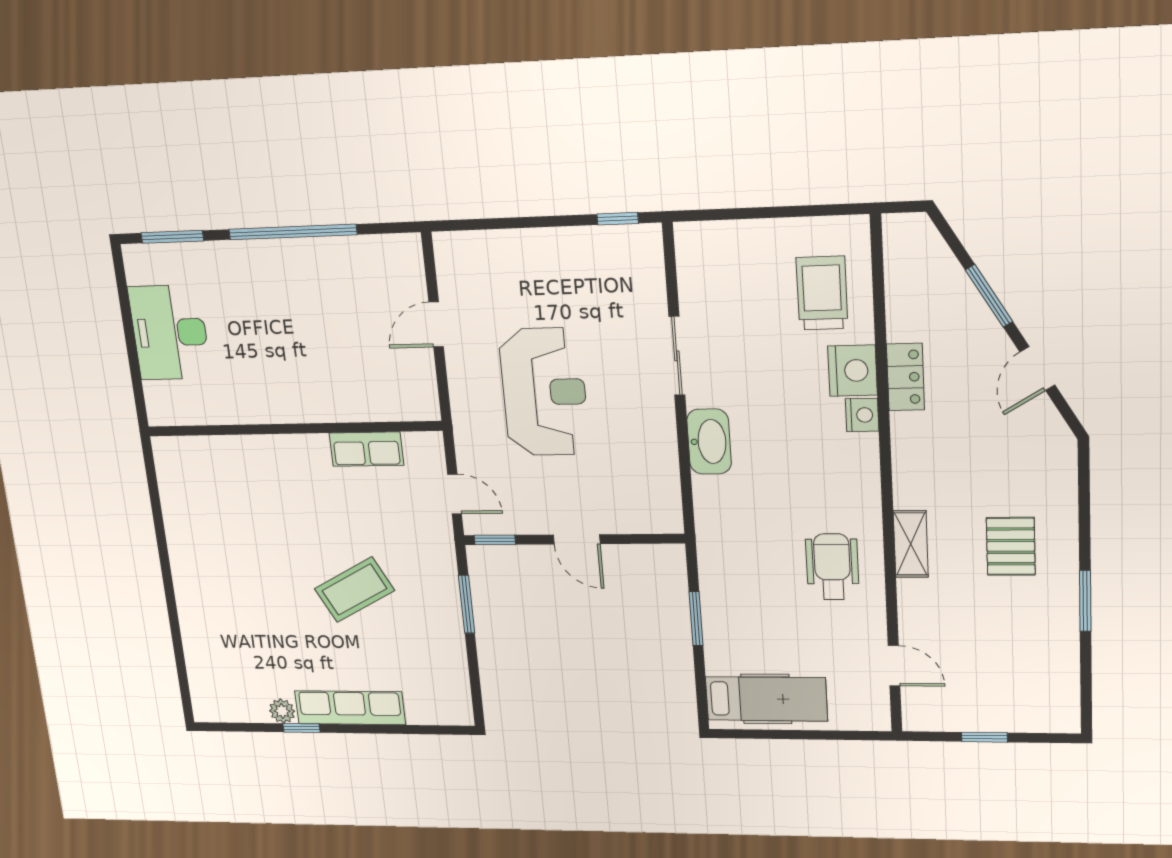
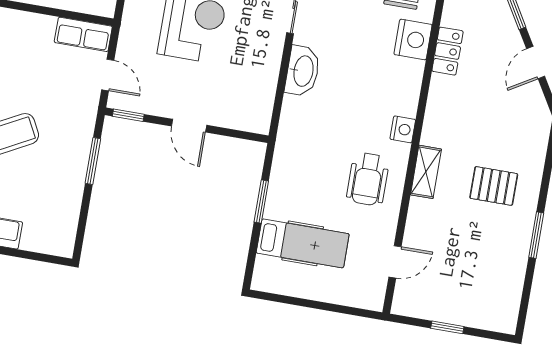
nightstand: (862, 415) -> (403, 129), moved
row of seats: (366, 449) -> (83, 34), moved
pallet: (1011, 546) -> (494, 186), turned 90
wheelchair: (832, 567) -> (368, 179), turned 180
door: (894, 666) -> (395, 262), hinge flipped
hospital bed: (766, 699) -> (303, 243), moved

